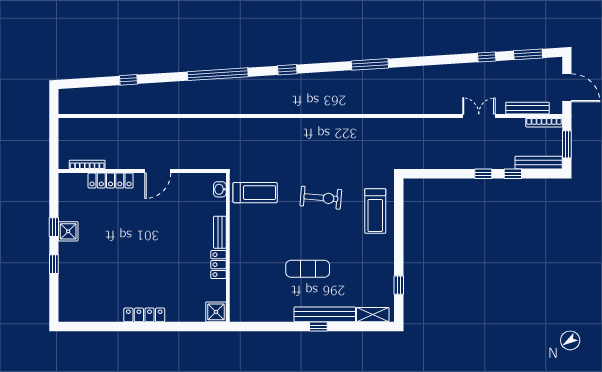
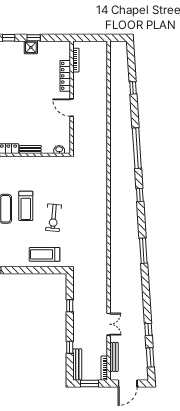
window: (483, 174) -> (70, 306), moved
treadmill: (255, 193) -> (26, 206), moved

